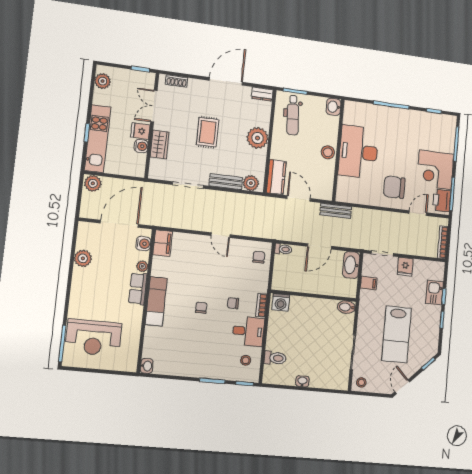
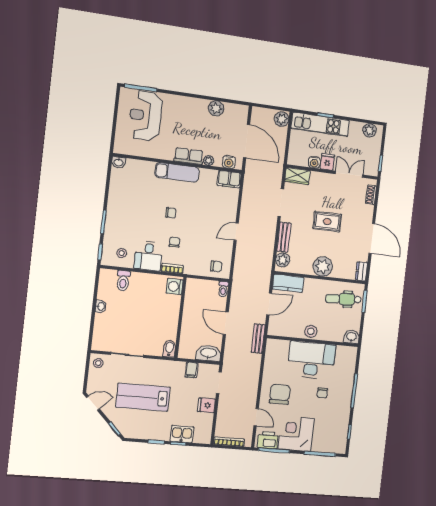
chair: (393, 140) -> (322, 393), added
wardrobe: (160, 144) -> (297, 176), moved

